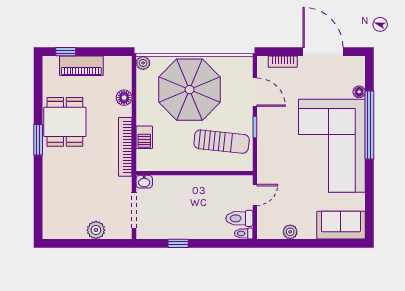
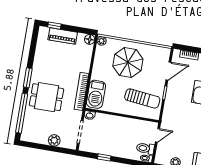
parasol: (190, 90) -> (128, 63), width x0.73, depth x0.73
door: (255, 92) -> (168, 71), hinge flipped
floor lamp: (124, 98) -> (90, 39), moved
dining table: (65, 122) -> (47, 97), moved, turned 90
barbecue: (144, 137) -> (96, 94), width x1.88, depth x1.53
window: (38, 196) -> (22, 113), added

